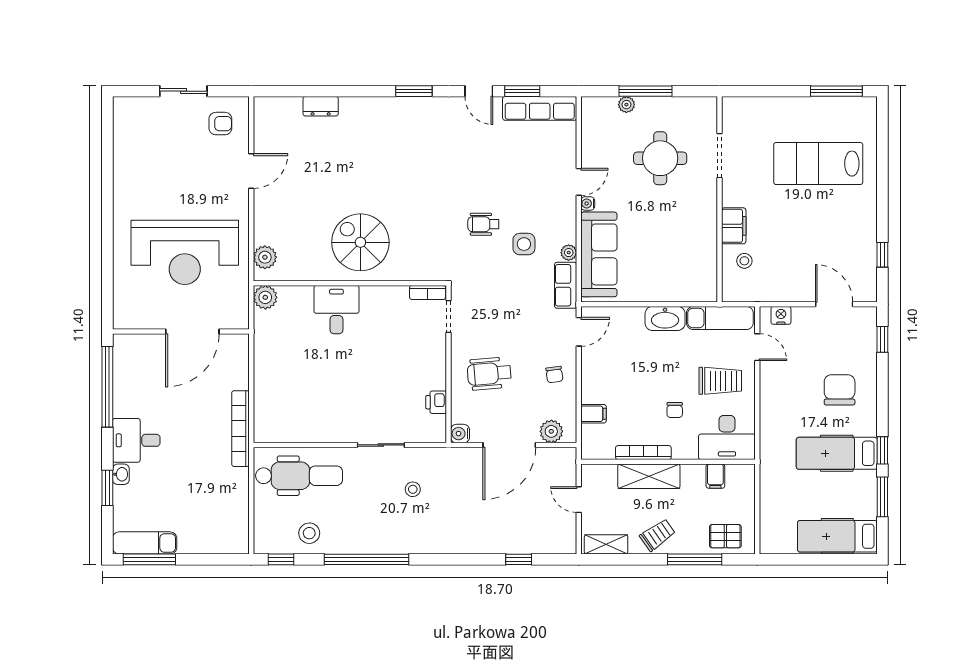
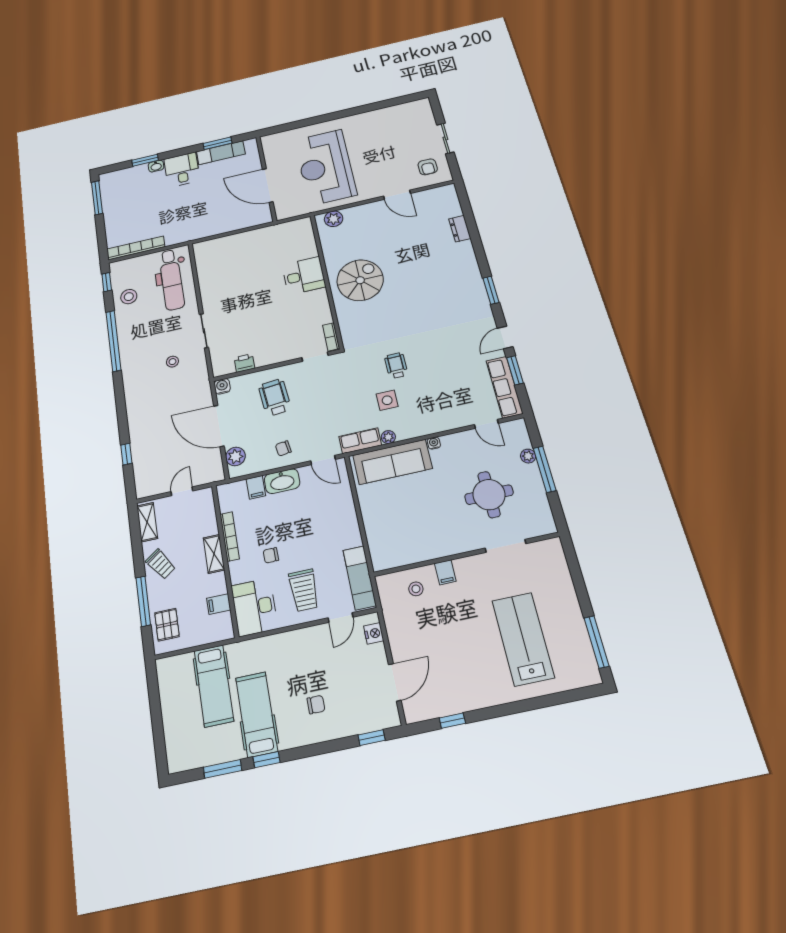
door: (579, 182) -> (486, 424), moved
filing cabinet: (734, 226) -> (445, 572), width x0.50
plant: (265, 297) -> (303, 226), removed
washbasin: (665, 318) -> (282, 481), moved, turned -90
window: (107, 387) -> (218, 143), width x0.47
chair: (840, 390) -> (316, 705), width x0.54, depth x0.54
bookcase: (240, 429) -> (136, 248), moved
shelving: (649, 476) -> (214, 554), width x0.67, depth x0.75
hospital bed: (837, 536) -> (214, 686), moved, turned 180
exam couch: (145, 543) -> (221, 153), moved, turned 90

